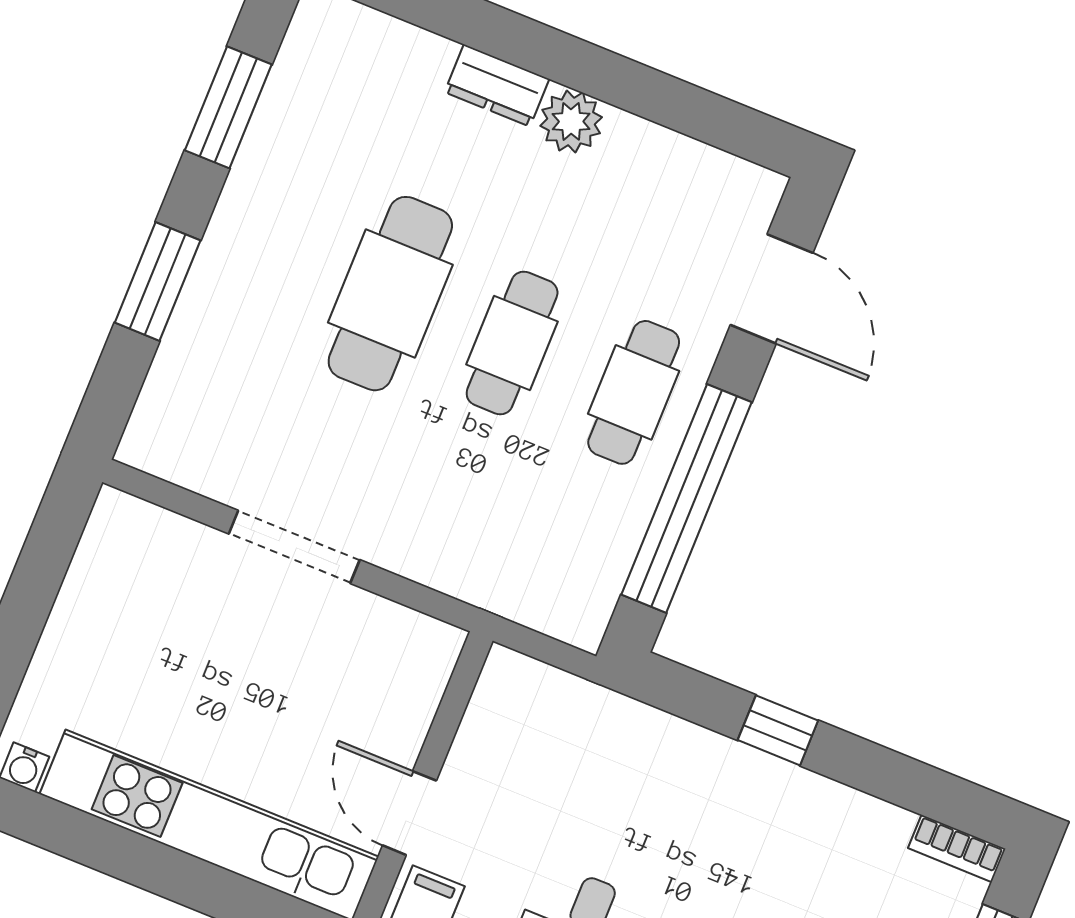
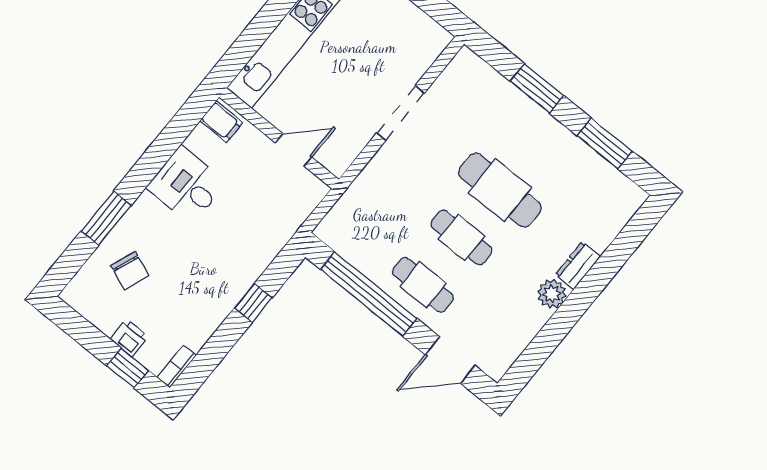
door: (409, 813) -> (294, 150), moved

